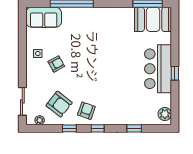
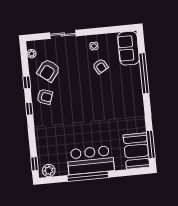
armchair: (56, 64) -> (100, 66), moved
window: (175, 73) -> (88, 176), width x3.17
sliding door: (22, 101) -> (63, 34), moved
window: (134, 128) -> (35, 164), moved

